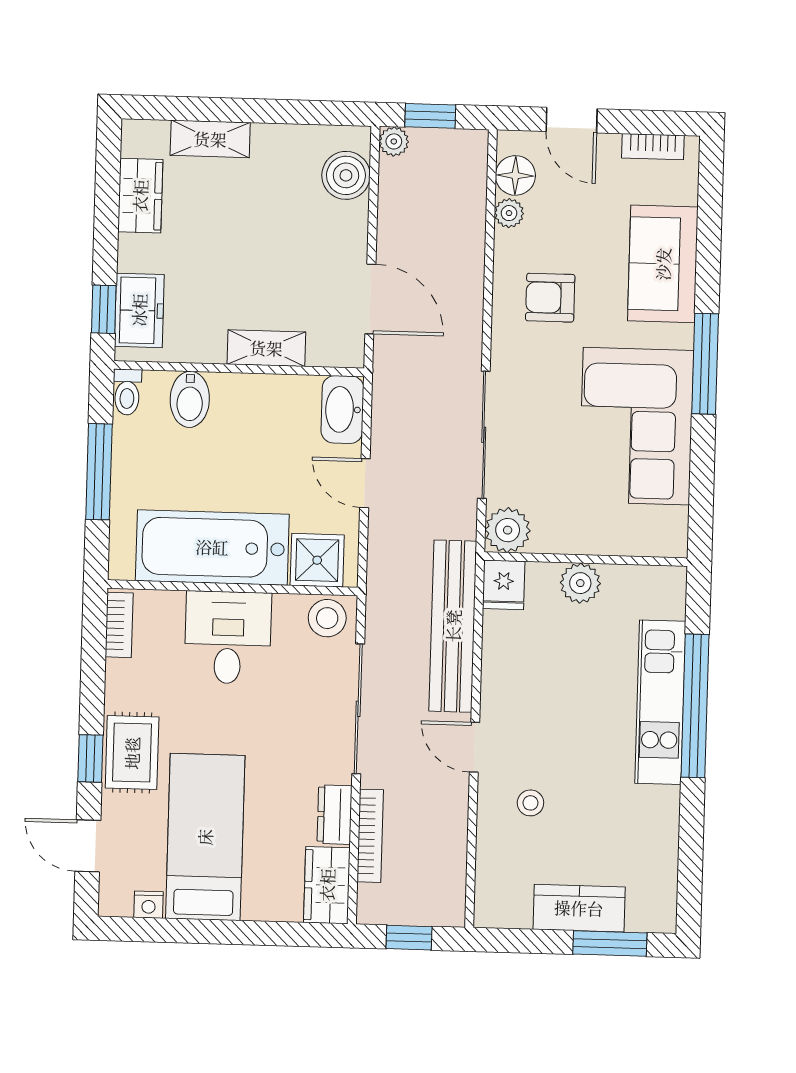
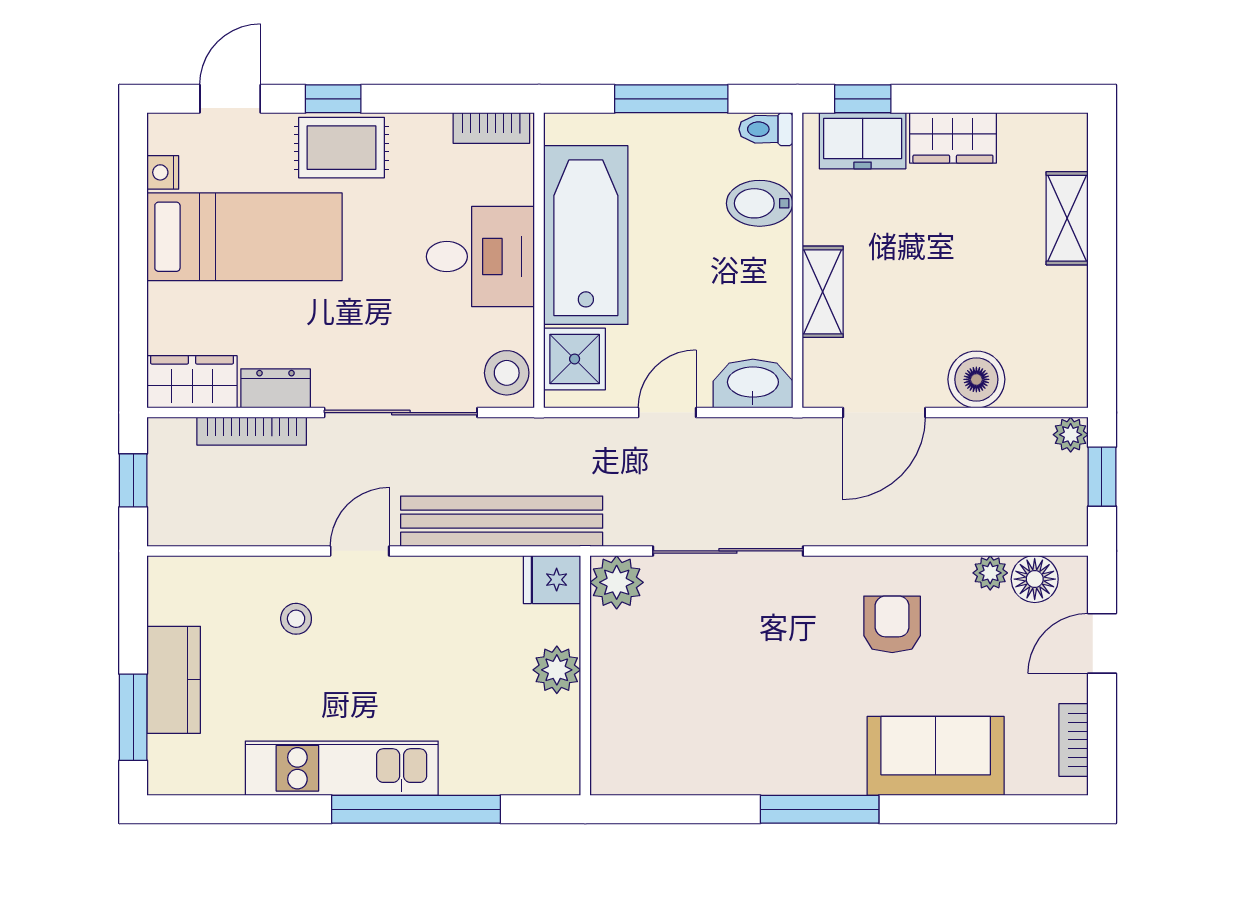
boiler: (346, 175) -> (976, 379), moved
wardrobe: (140, 196) -> (953, 138), moved
corner sofa: (636, 426) -> (744, 730), removed
kitchen unit: (660, 702) -> (342, 768), moved

